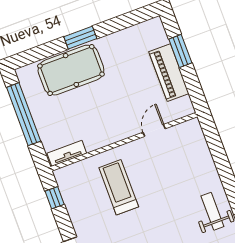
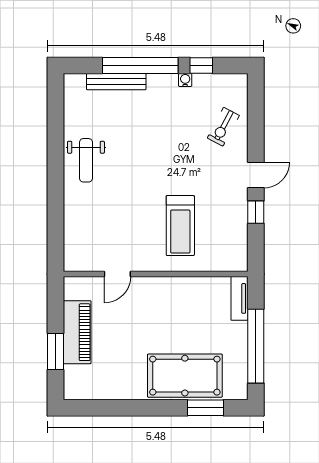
window: (80, 38) -> (205, 408), moved
tv unit: (67, 153) -> (239, 298), moved, turned 90
window: (55, 198) -> (256, 212), moved

